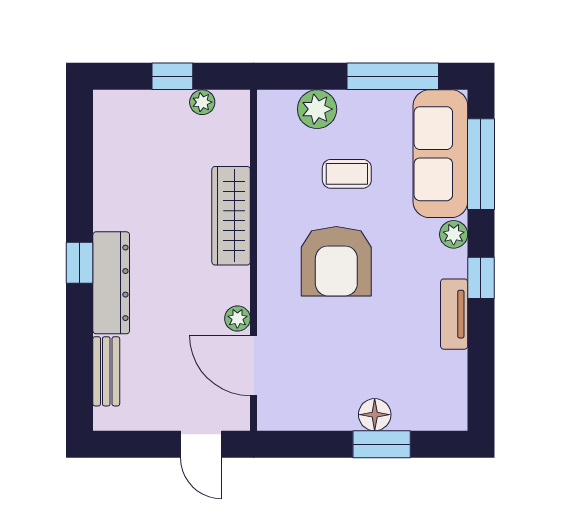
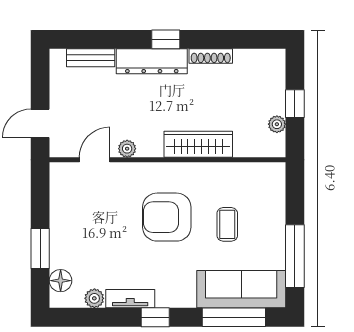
plant: (317, 109) -> (272, 204), removed
shoe rack: (104, 198) -> (211, 56), added
plant: (454, 234) -> (94, 298), moved
door: (254, 366) -> (95, 160), width x0.73
floor lamp: (375, 415) -> (61, 281), moved

